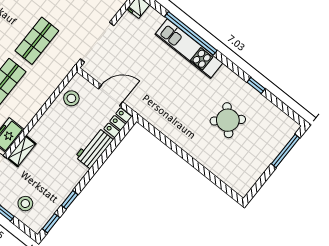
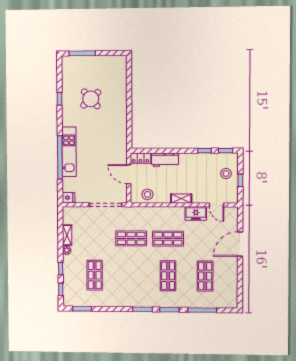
shelving: (22, 151) -> (181, 199), moved

